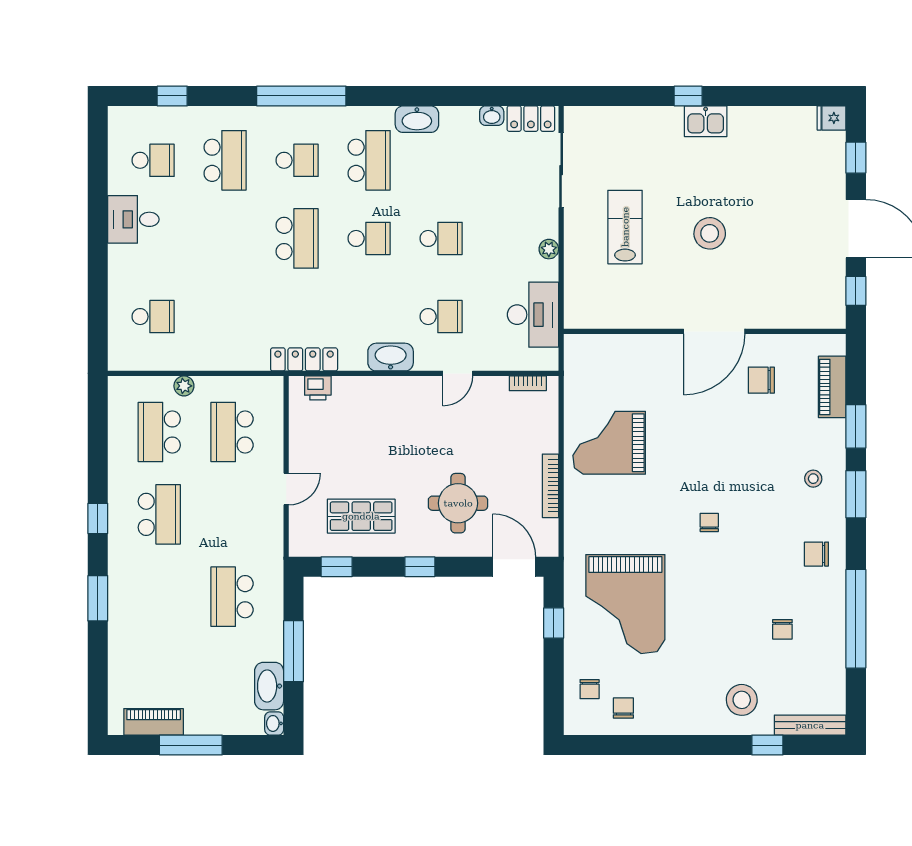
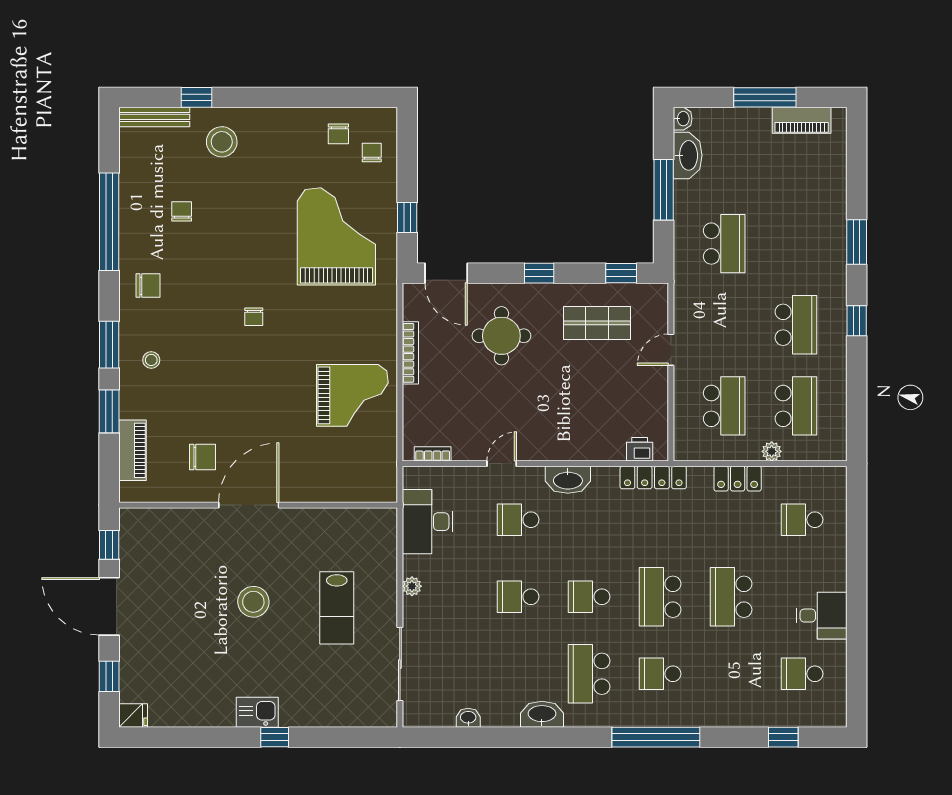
locker: (531, 119) -> (738, 479), moved, turned 180
school desk: (225, 160) -> (731, 597), moved
school desk: (159, 514) -> (796, 325), turned 180

